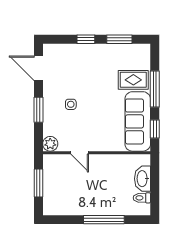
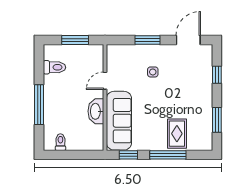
window: (86, 39) -> (217, 75), moved
sofa: (138, 121) -> (119, 121), moved, turned 90
plant: (50, 144) -> (114, 52), removed
washbasin: (143, 179) -> (96, 111), moved, turned -90
toilet: (66, 204) -> (54, 67), added

